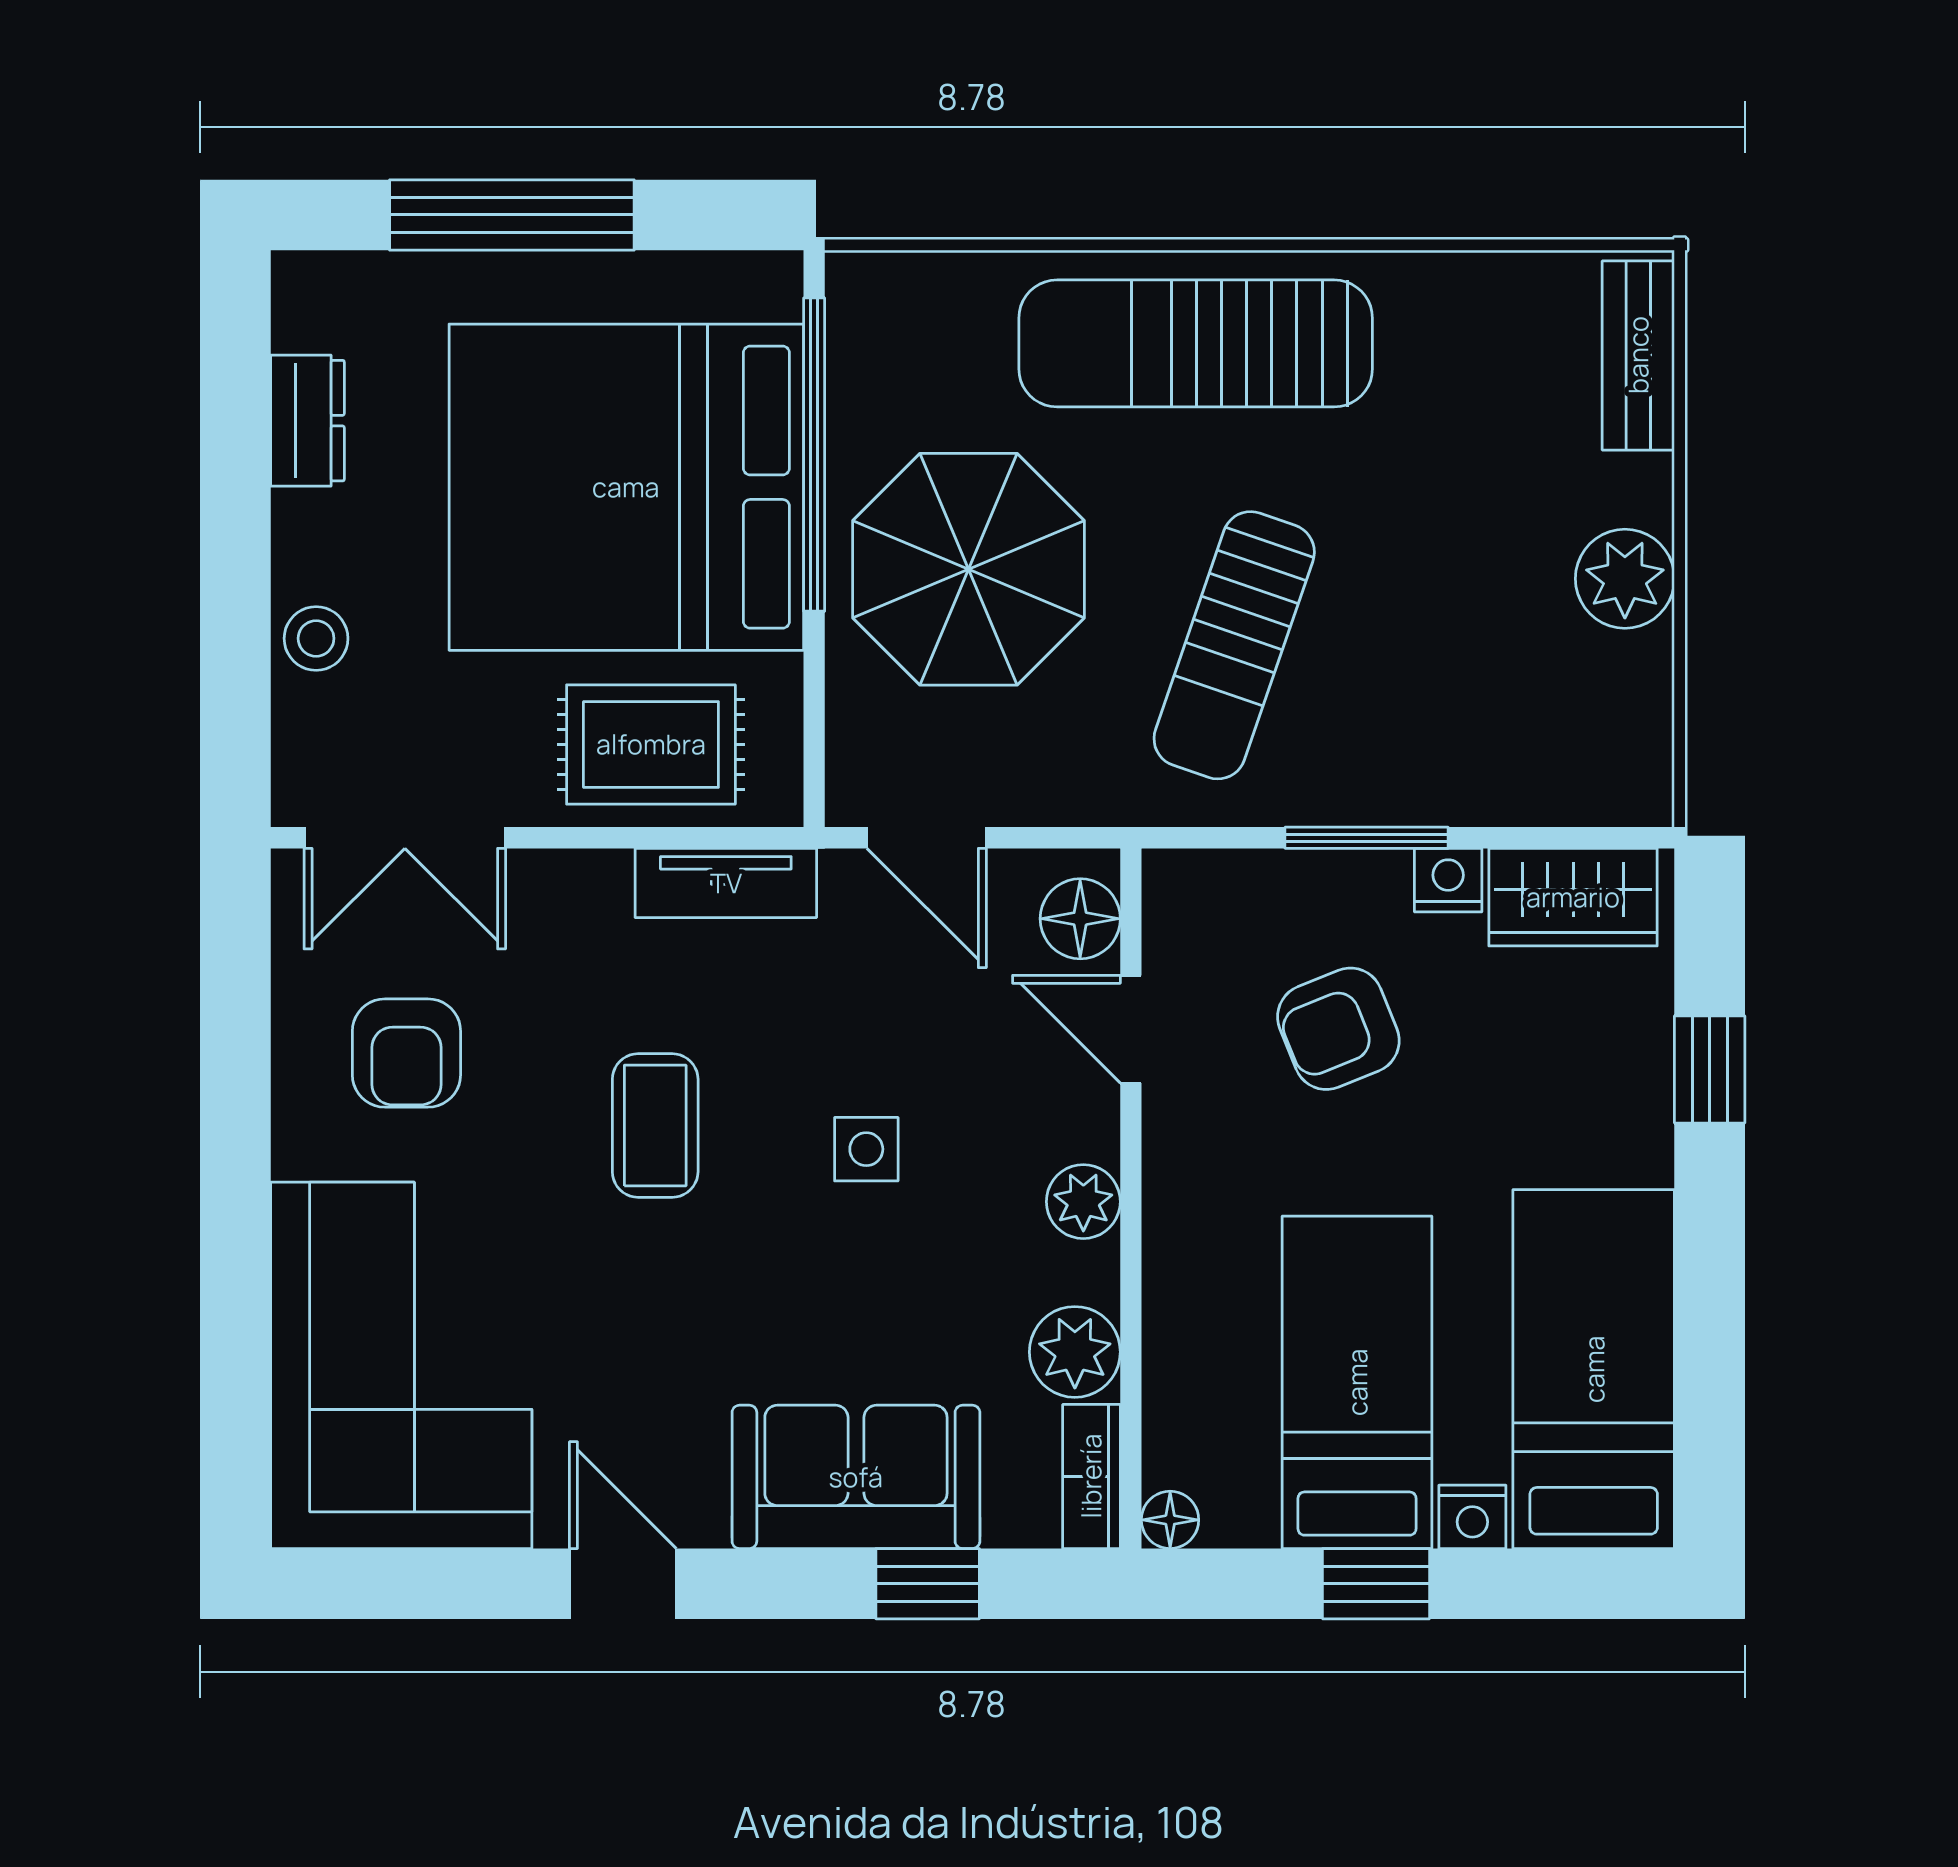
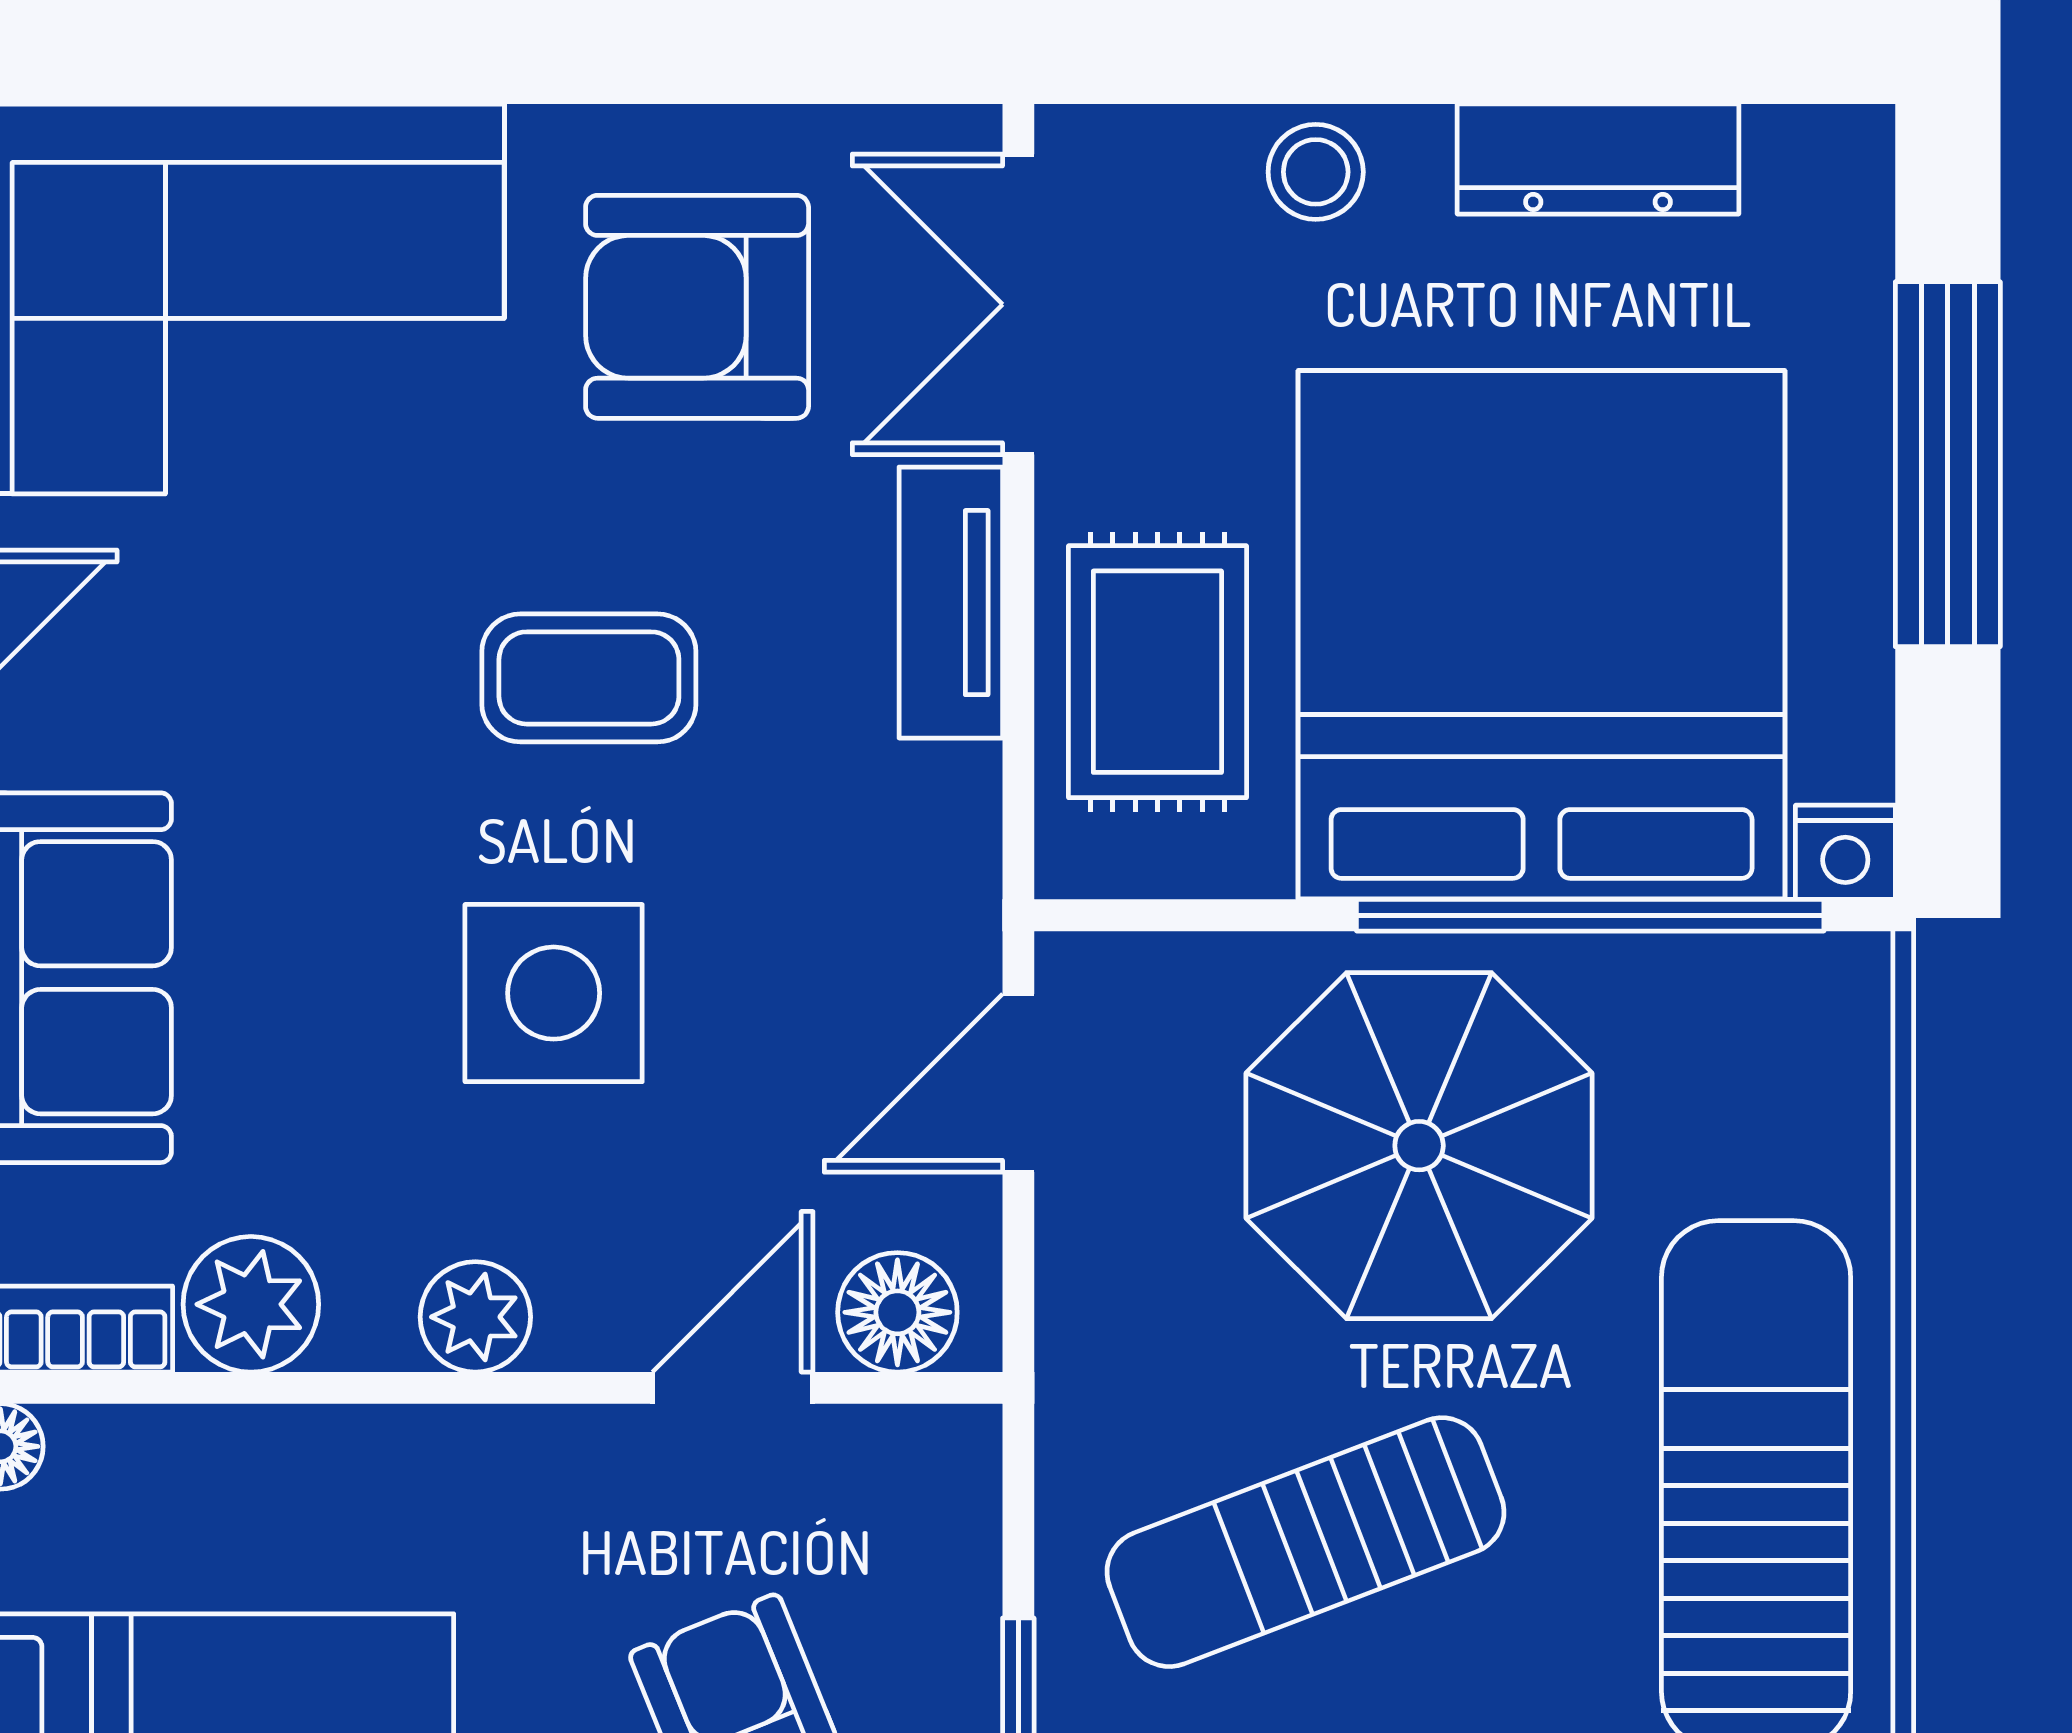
nightstand: (772, 284) -> (1845, 852), added
dresser: (307, 421) -> (1598, 159), width x1.44
sun lounger: (1234, 645) -> (1306, 1542), turned -40
tv unit: (726, 883) -> (951, 603), moved
armchair: (406, 1053) -> (697, 307), width x1.38, depth x1.38
side table: (866, 1149) -> (554, 993), width x1.87, depth x1.87

